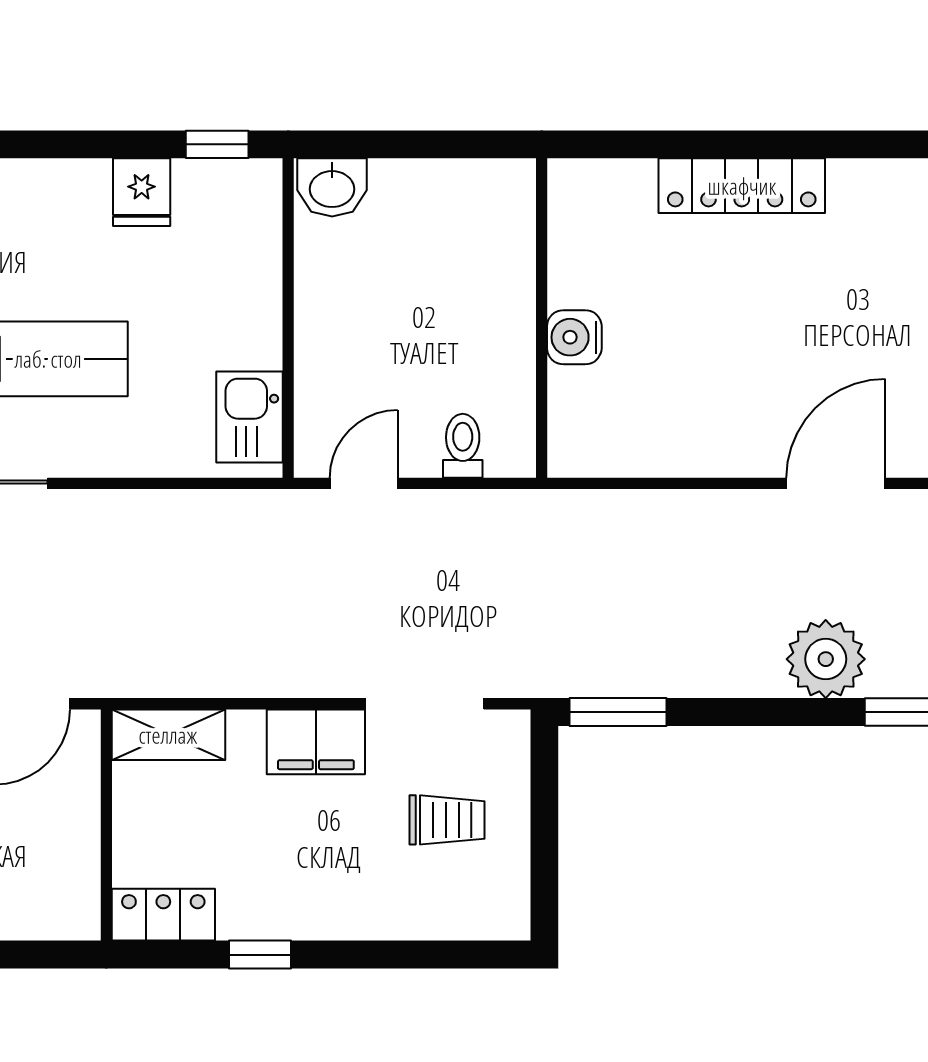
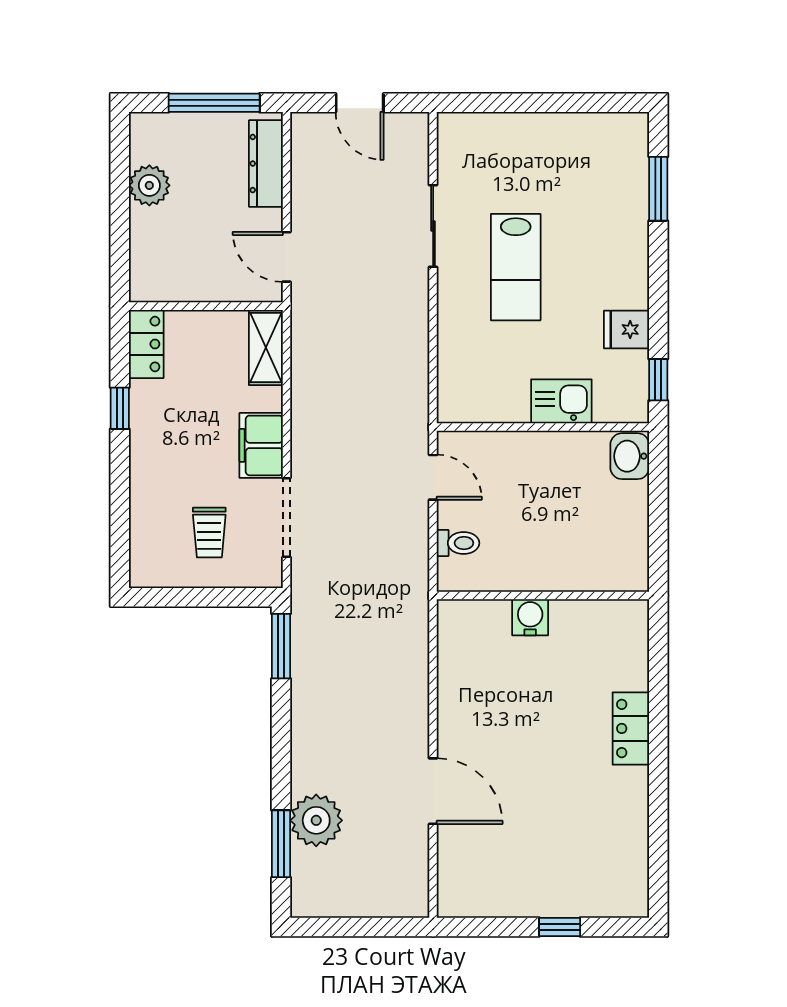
locker: (742, 186) -> (631, 728), width x0.66
kitchen sink: (250, 417) -> (561, 401), moved
plant: (826, 659) -> (316, 820), moved

